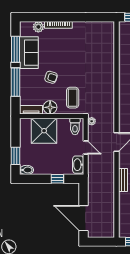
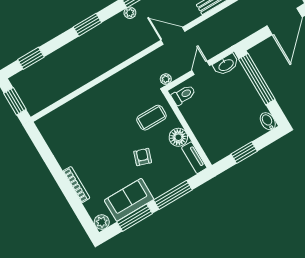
plant: (38, 27) -> (102, 222), moved
shower: (44, 131) -> (210, 128), removed
window: (16, 156) -> (244, 153), moved
window: (57, 179) -> (257, 79), width x3.17

